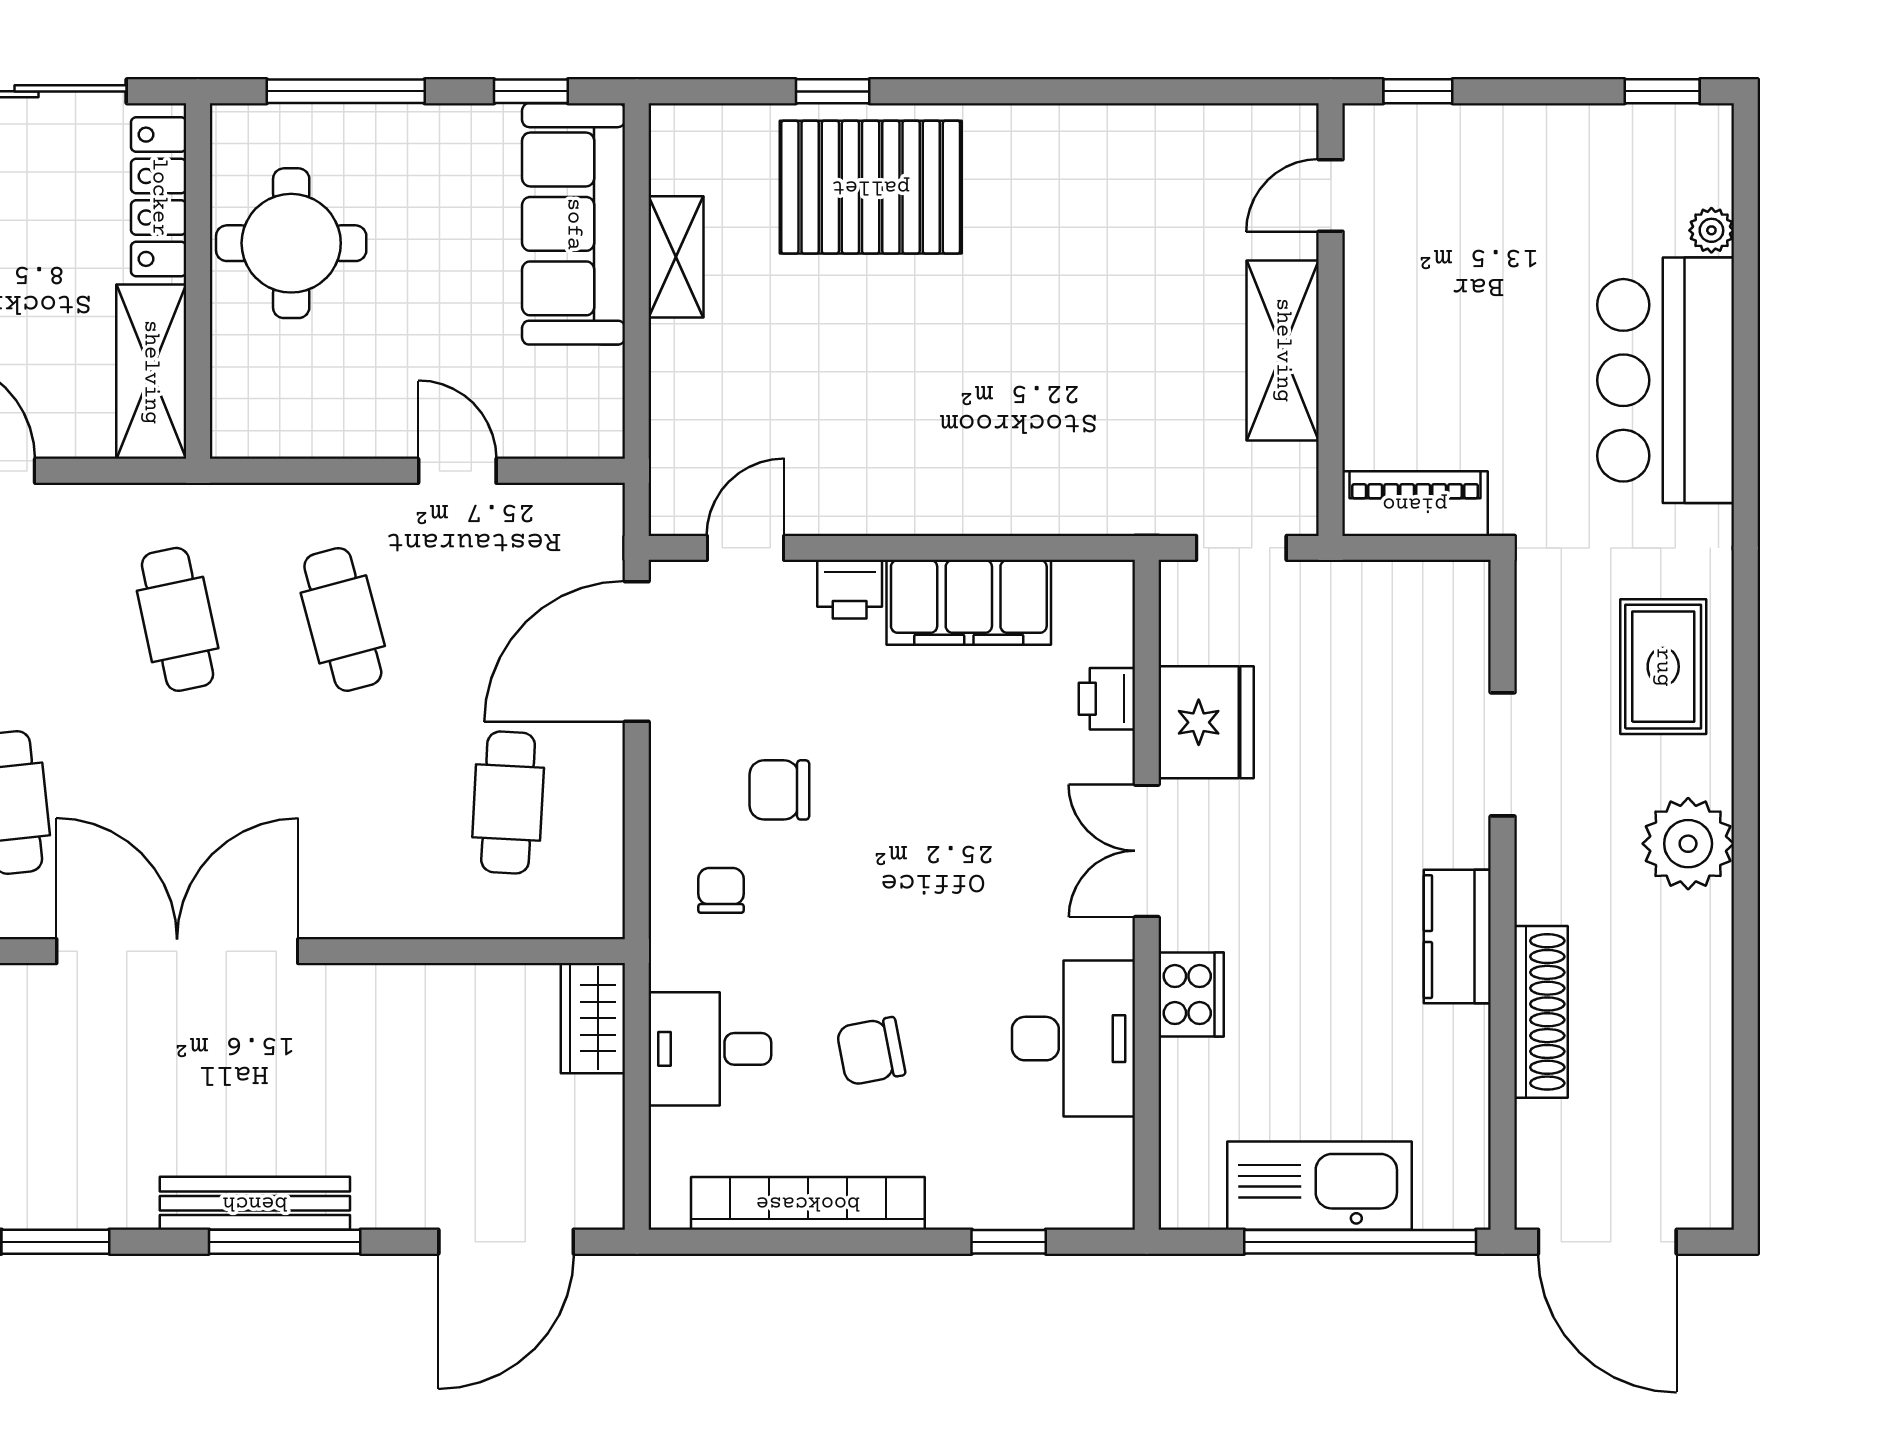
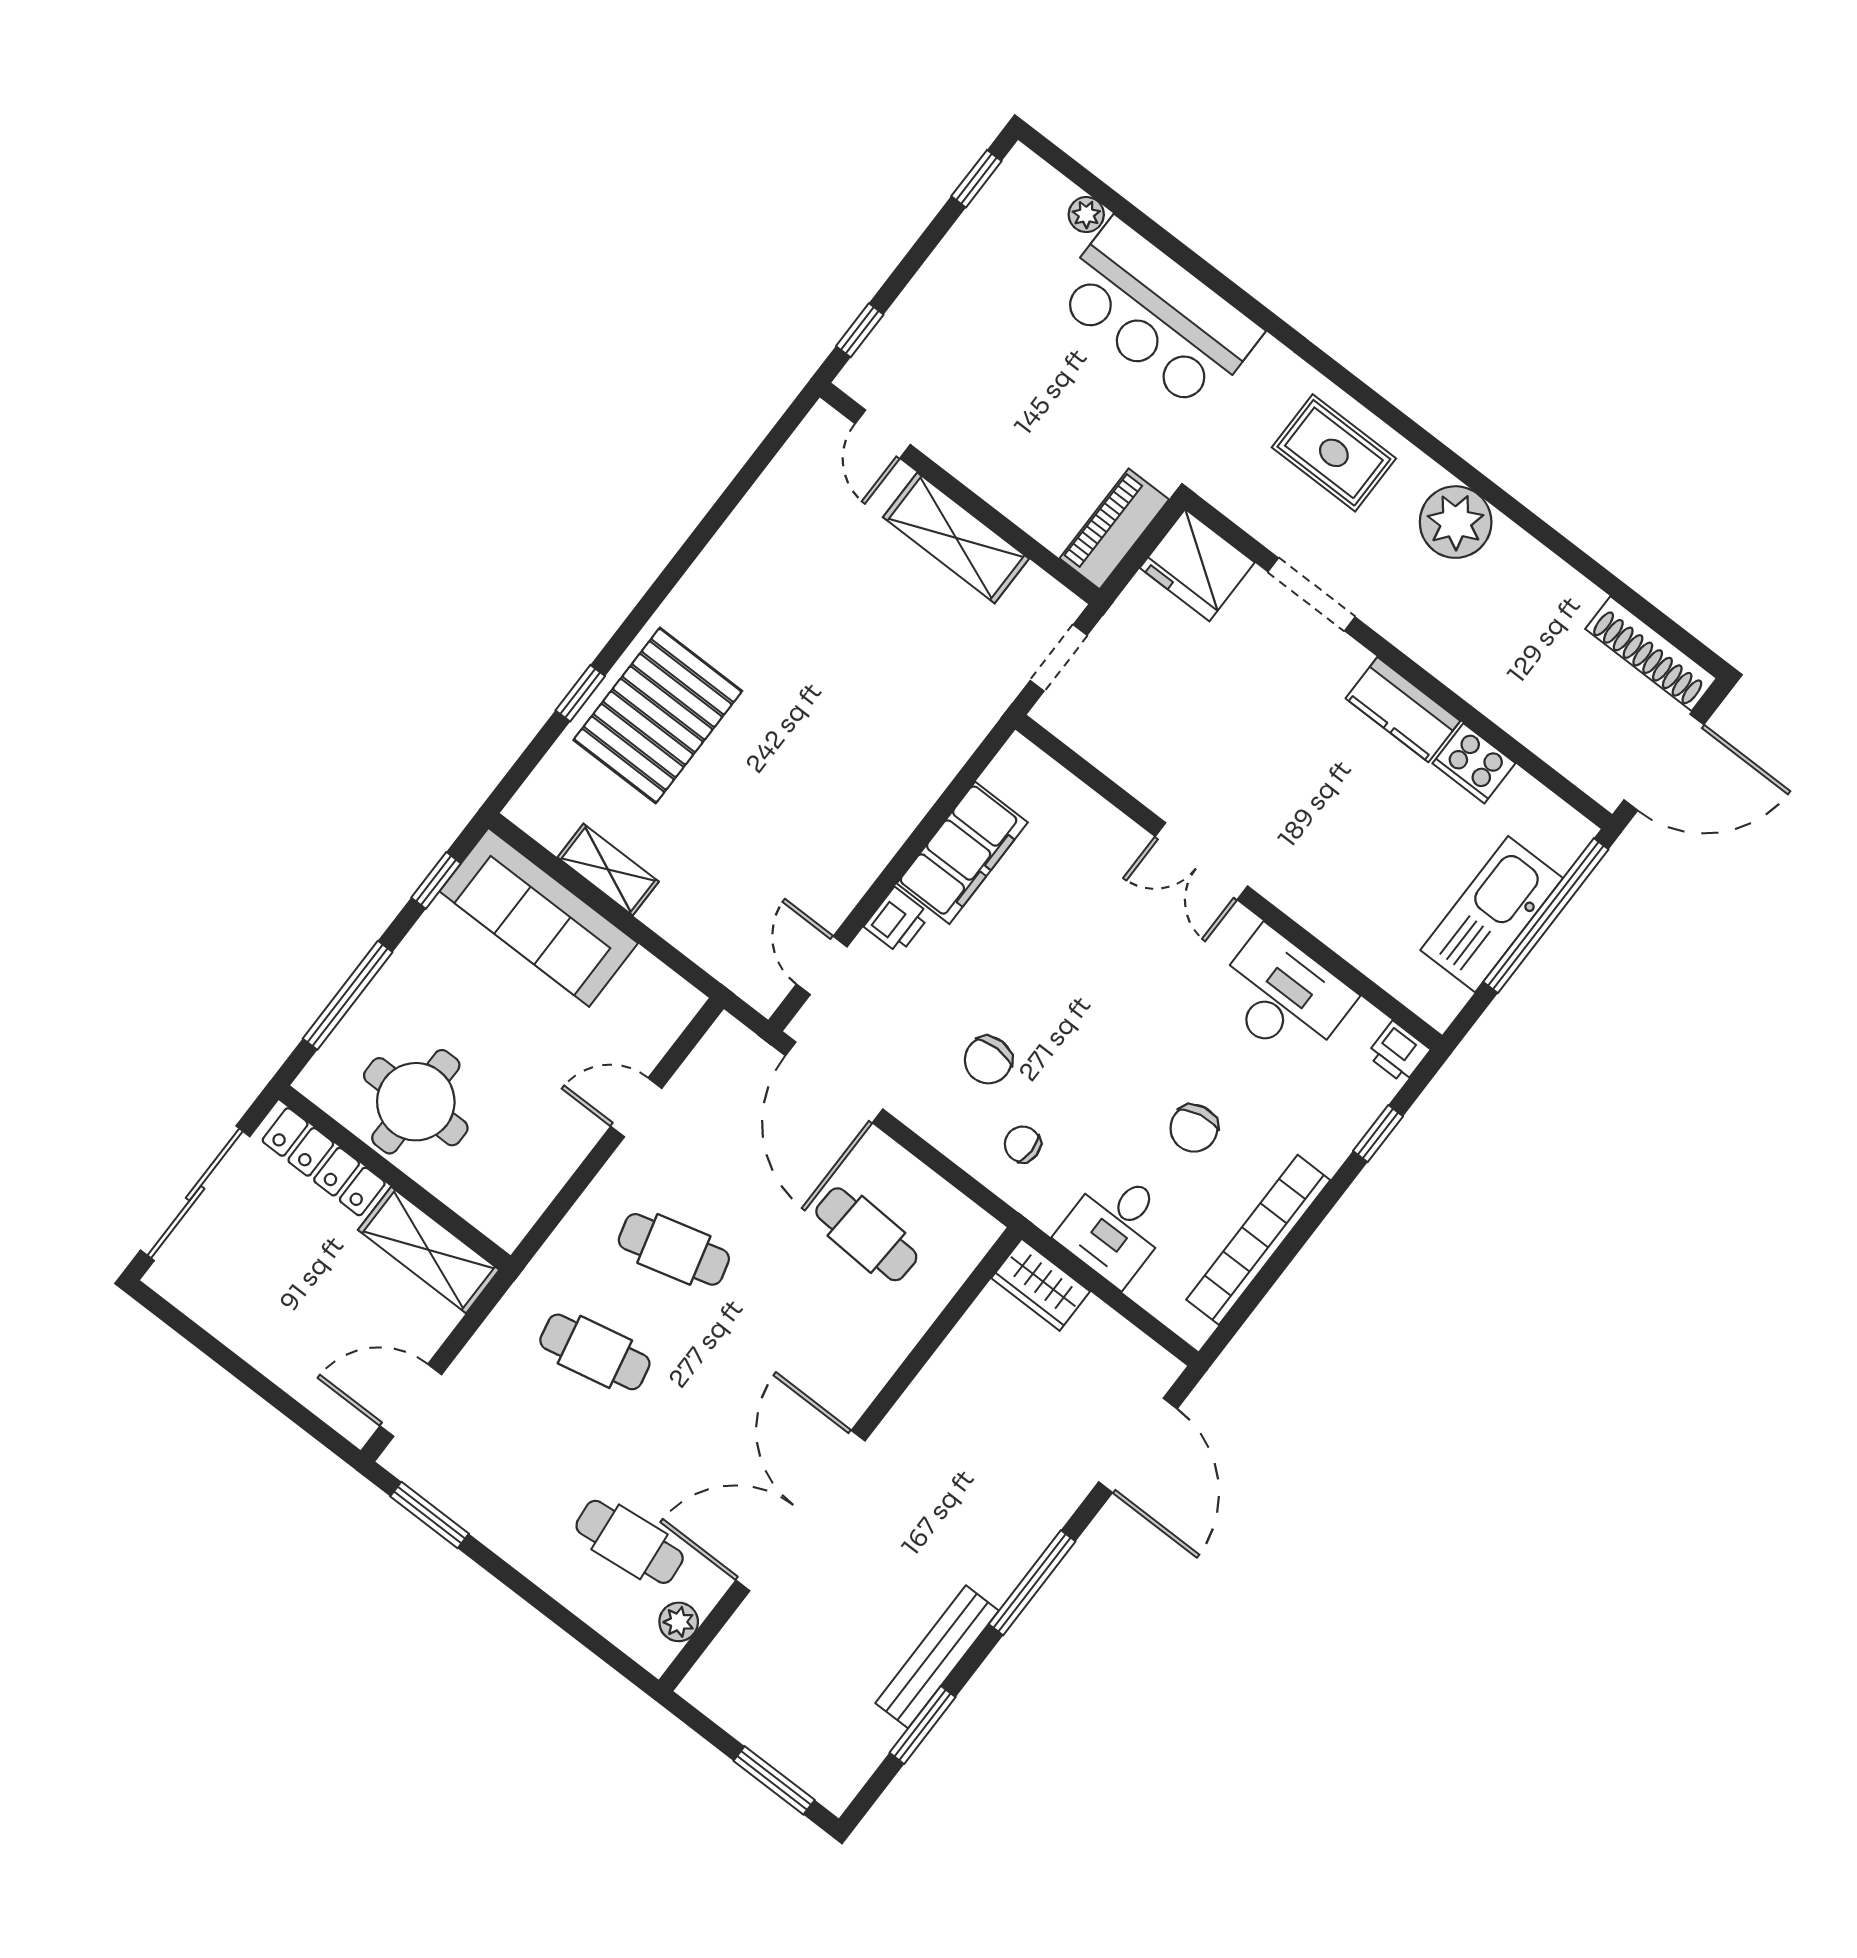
printer: (1107, 699) -> (1398, 1052), moved
fridge: (1206, 722) -> (1197, 565), moved, turned 180
cooker: (1191, 995) -> (1474, 763), moved, turned 180
shoe rack: (1541, 1012) -> (1651, 654), moved, turned 180
bench: (255, 1203) -> (937, 1657), moved

